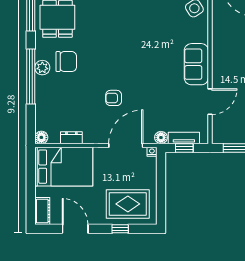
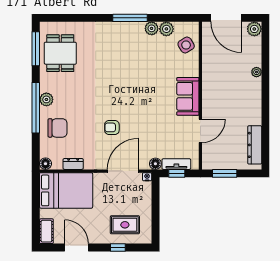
chair: (66, 62) -> (58, 128), moved
rug: (128, 204) -> (125, 225), width x0.73, depth x0.70

